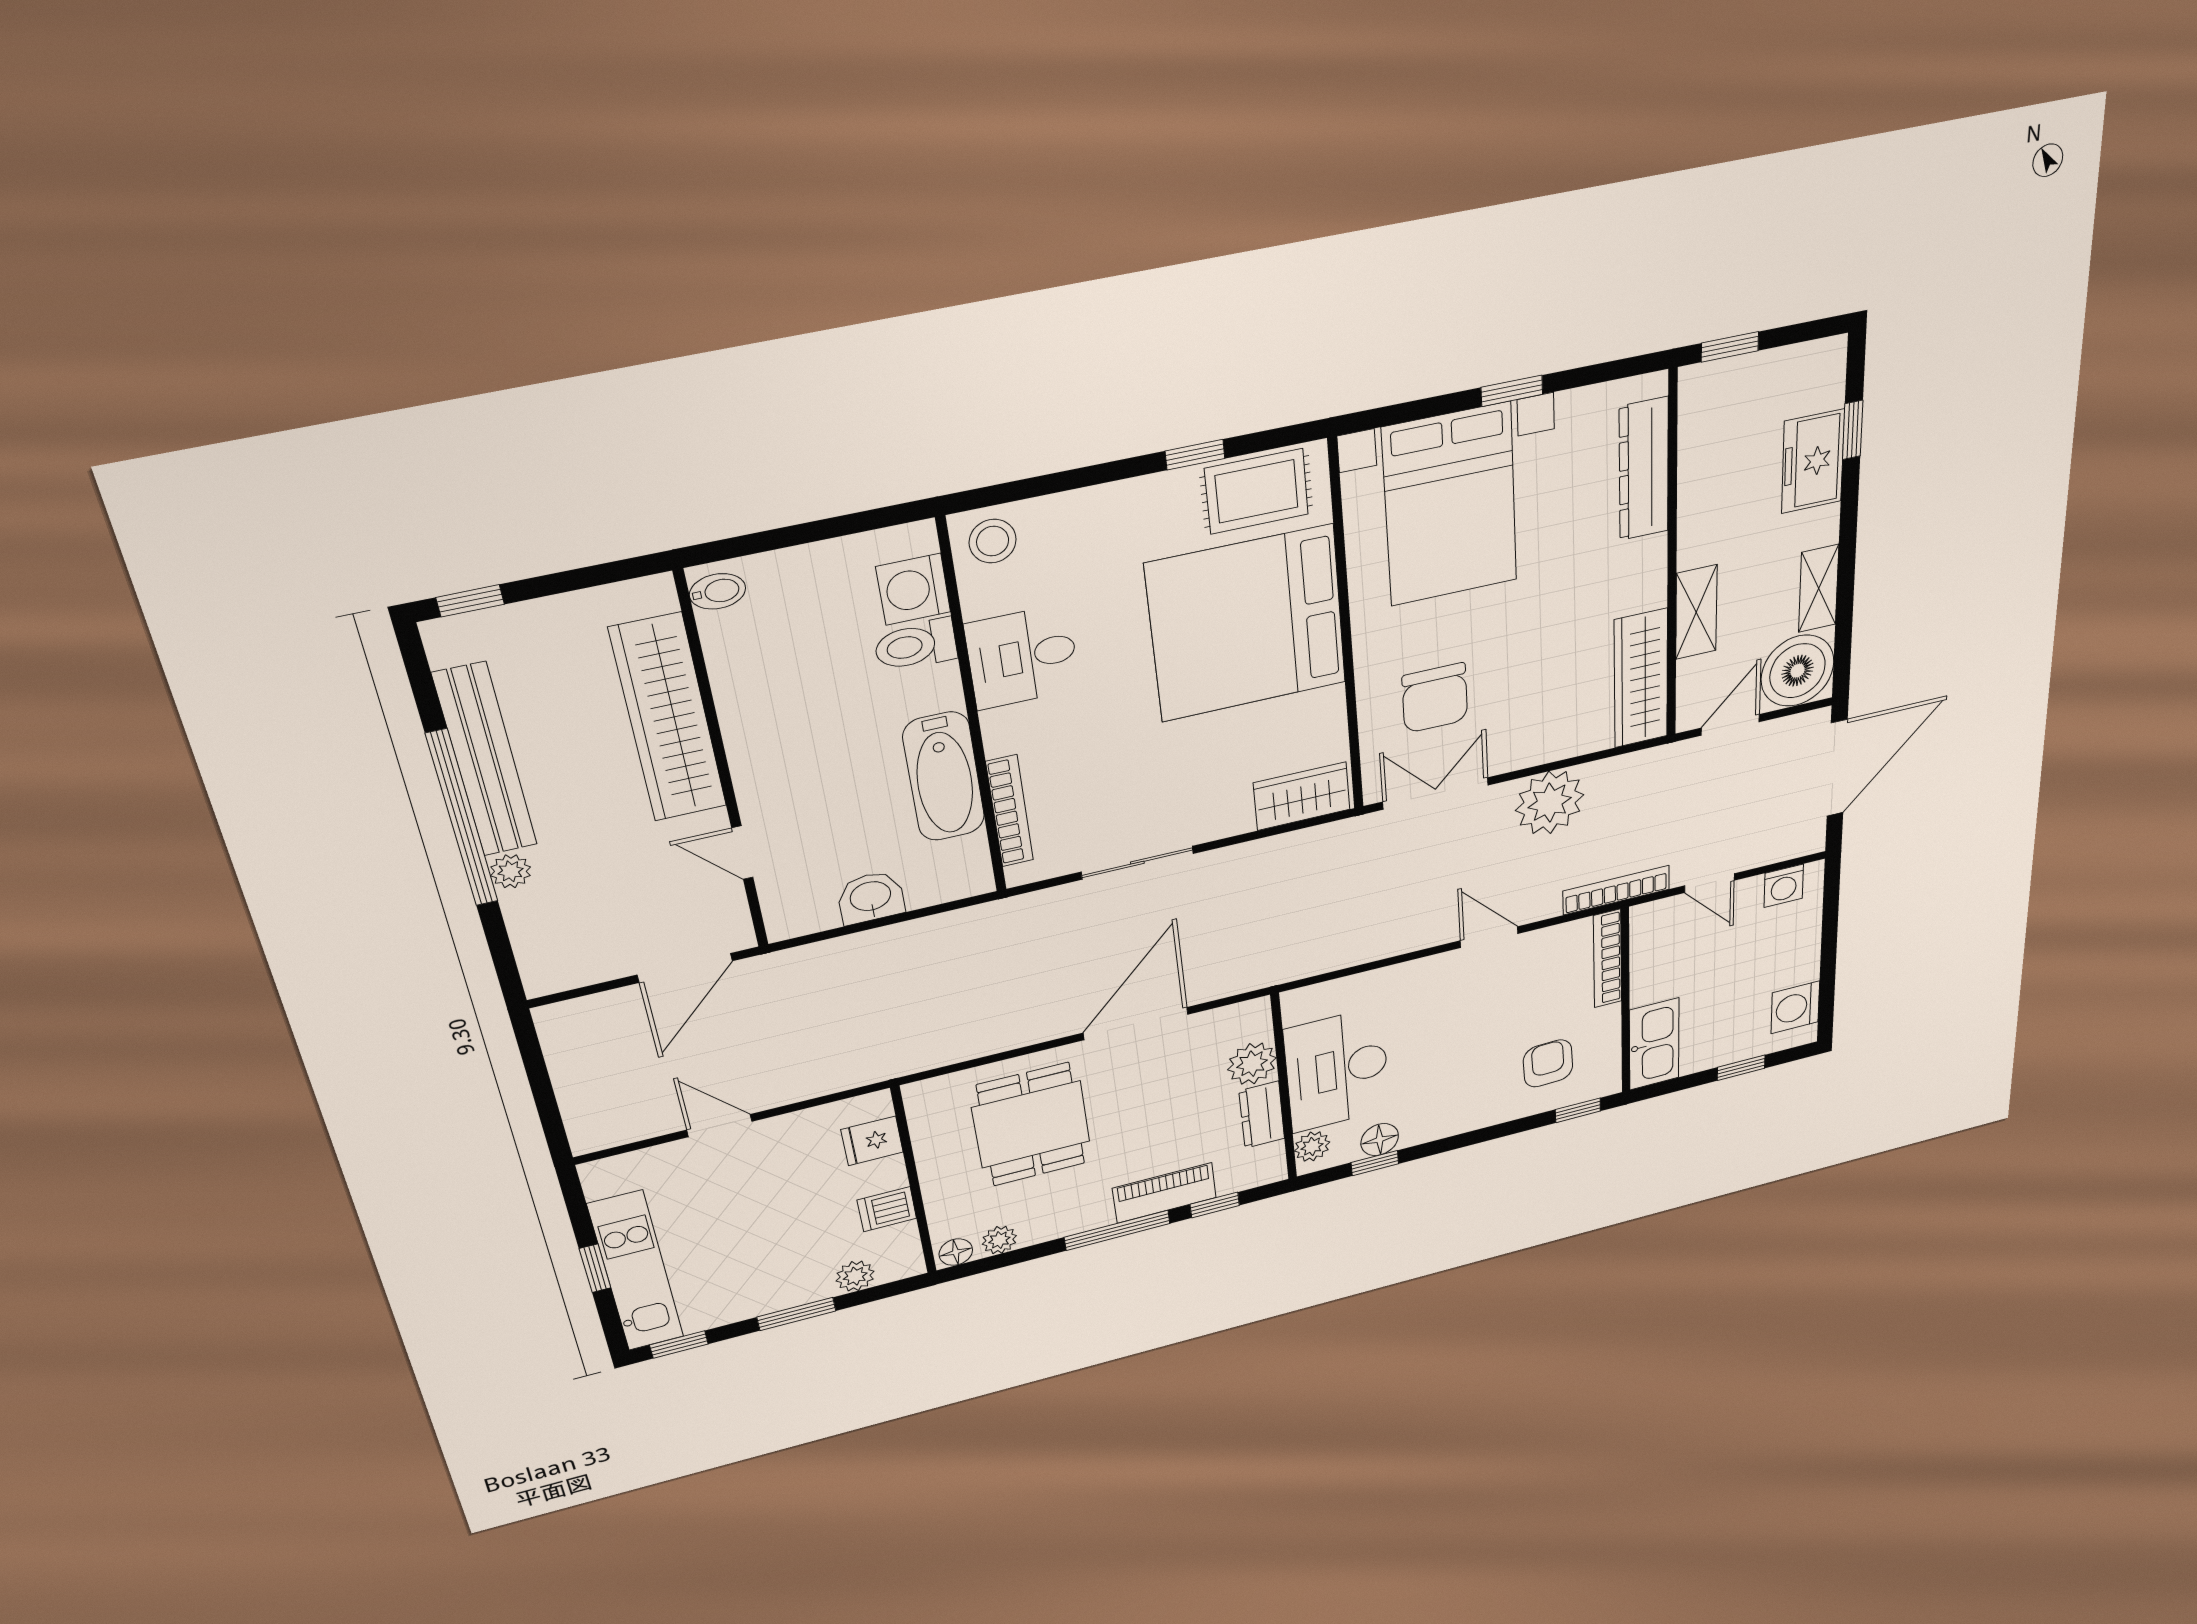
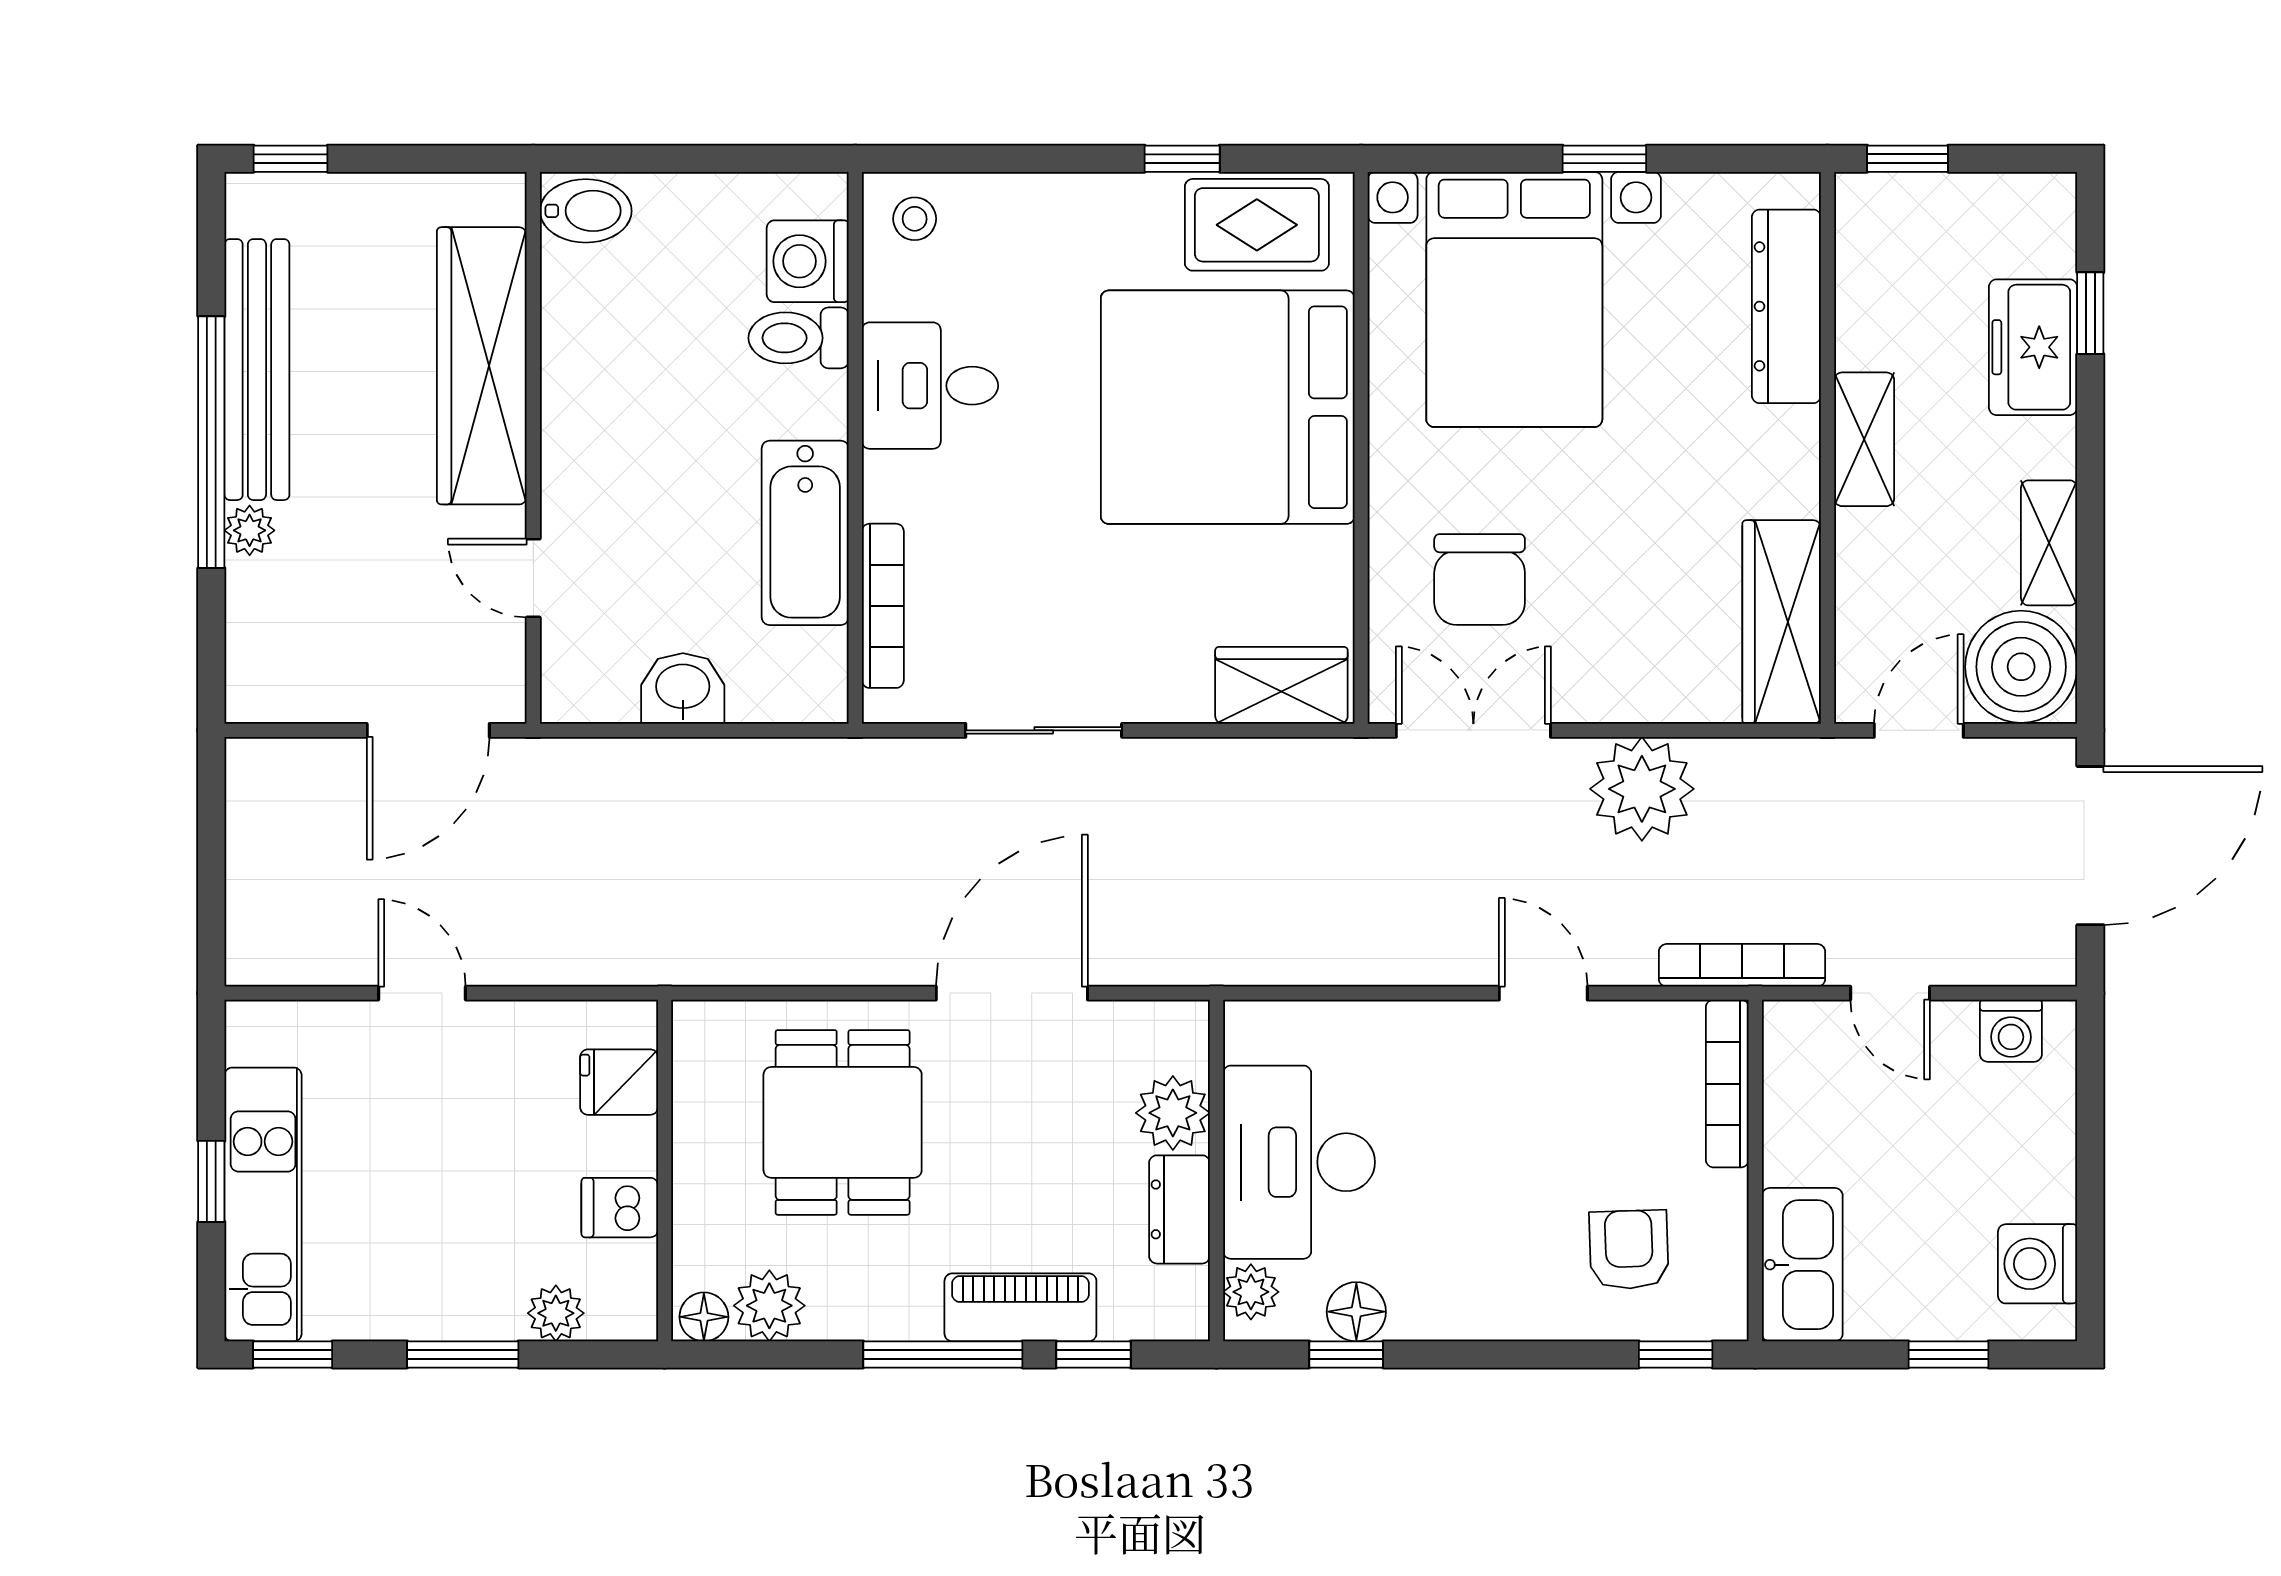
stool: (993, 541) -> (915, 219), width x0.73, depth x0.73
bidet: (718, 591) -> (586, 211), width x1.38, depth x1.36
shelving: (1696, 612) -> (1864, 439), moved
plant: (999, 1240) -> (769, 1306), width x1.38, depth x1.38

